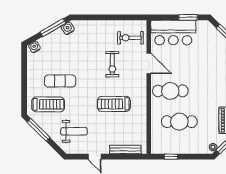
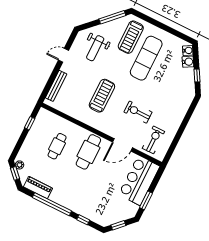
window: (53, 27) -> (197, 76), width x0.46
water cooler: (68, 28) -> (188, 62), moved
exercise mat: (60, 81) -> (146, 58), width x1.36, depth x1.45
cafe table: (179, 122) -> (57, 146), width x0.73, depth x0.74

